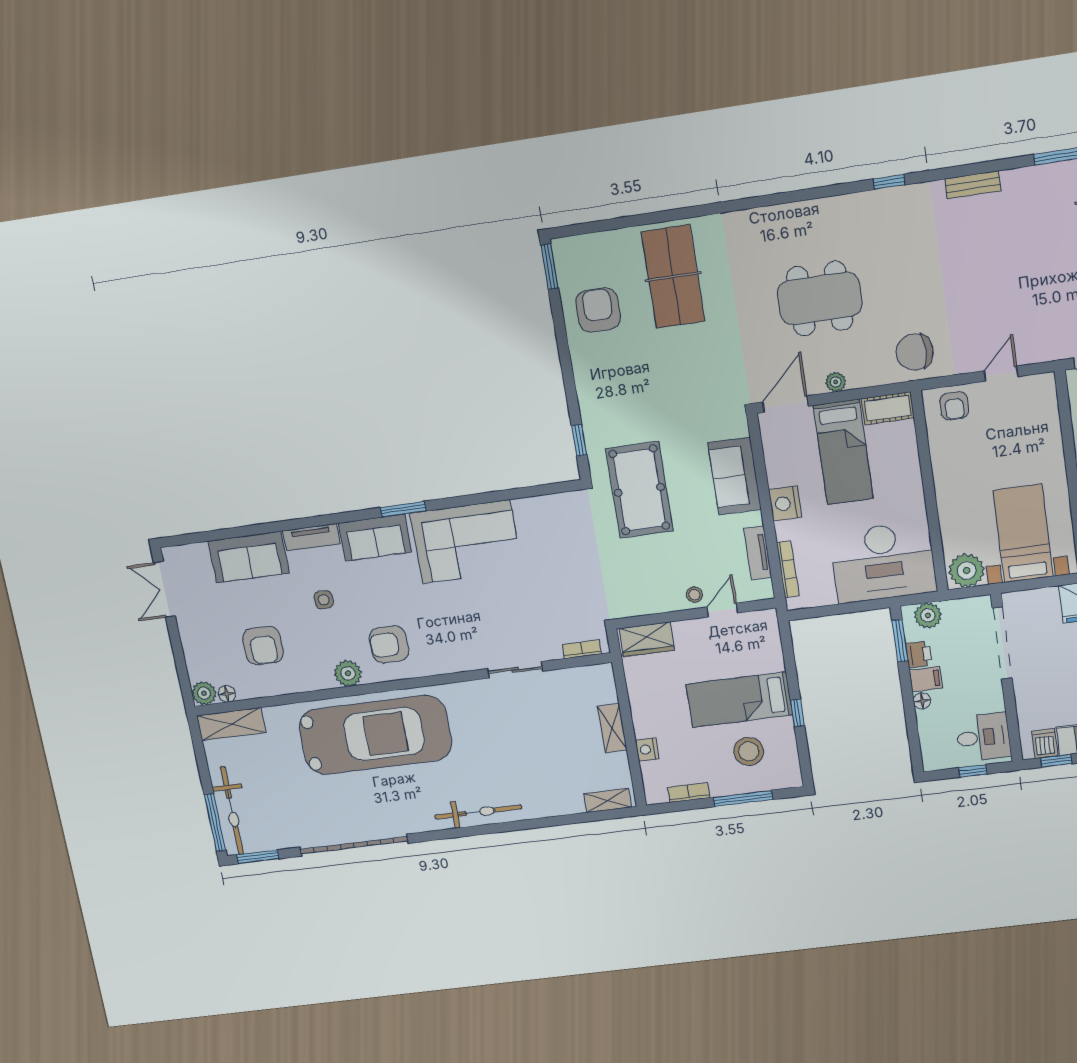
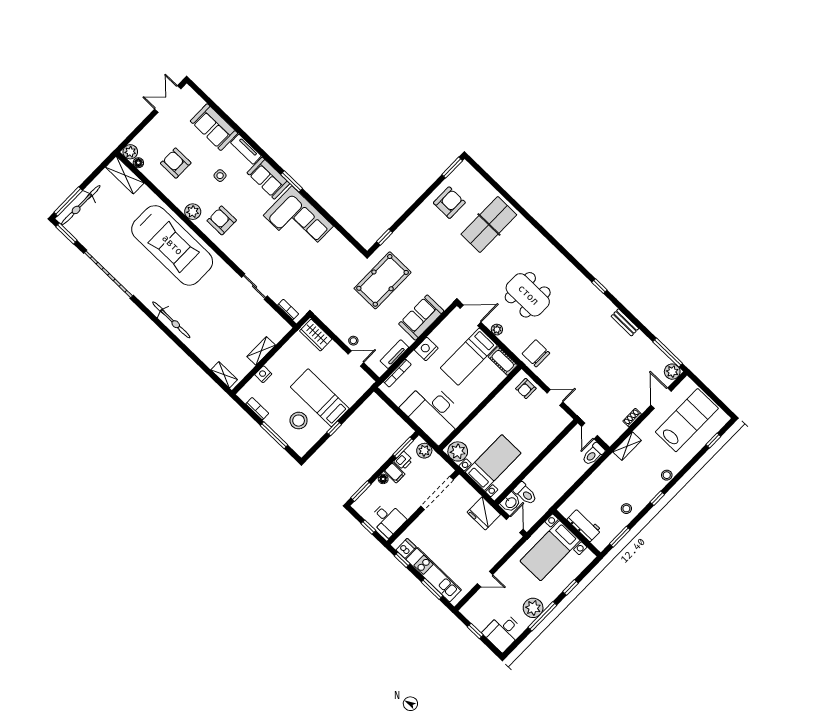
armchair: (263, 645) -> (176, 163), turned 90
window: (914, 743) -> (361, 491), added

